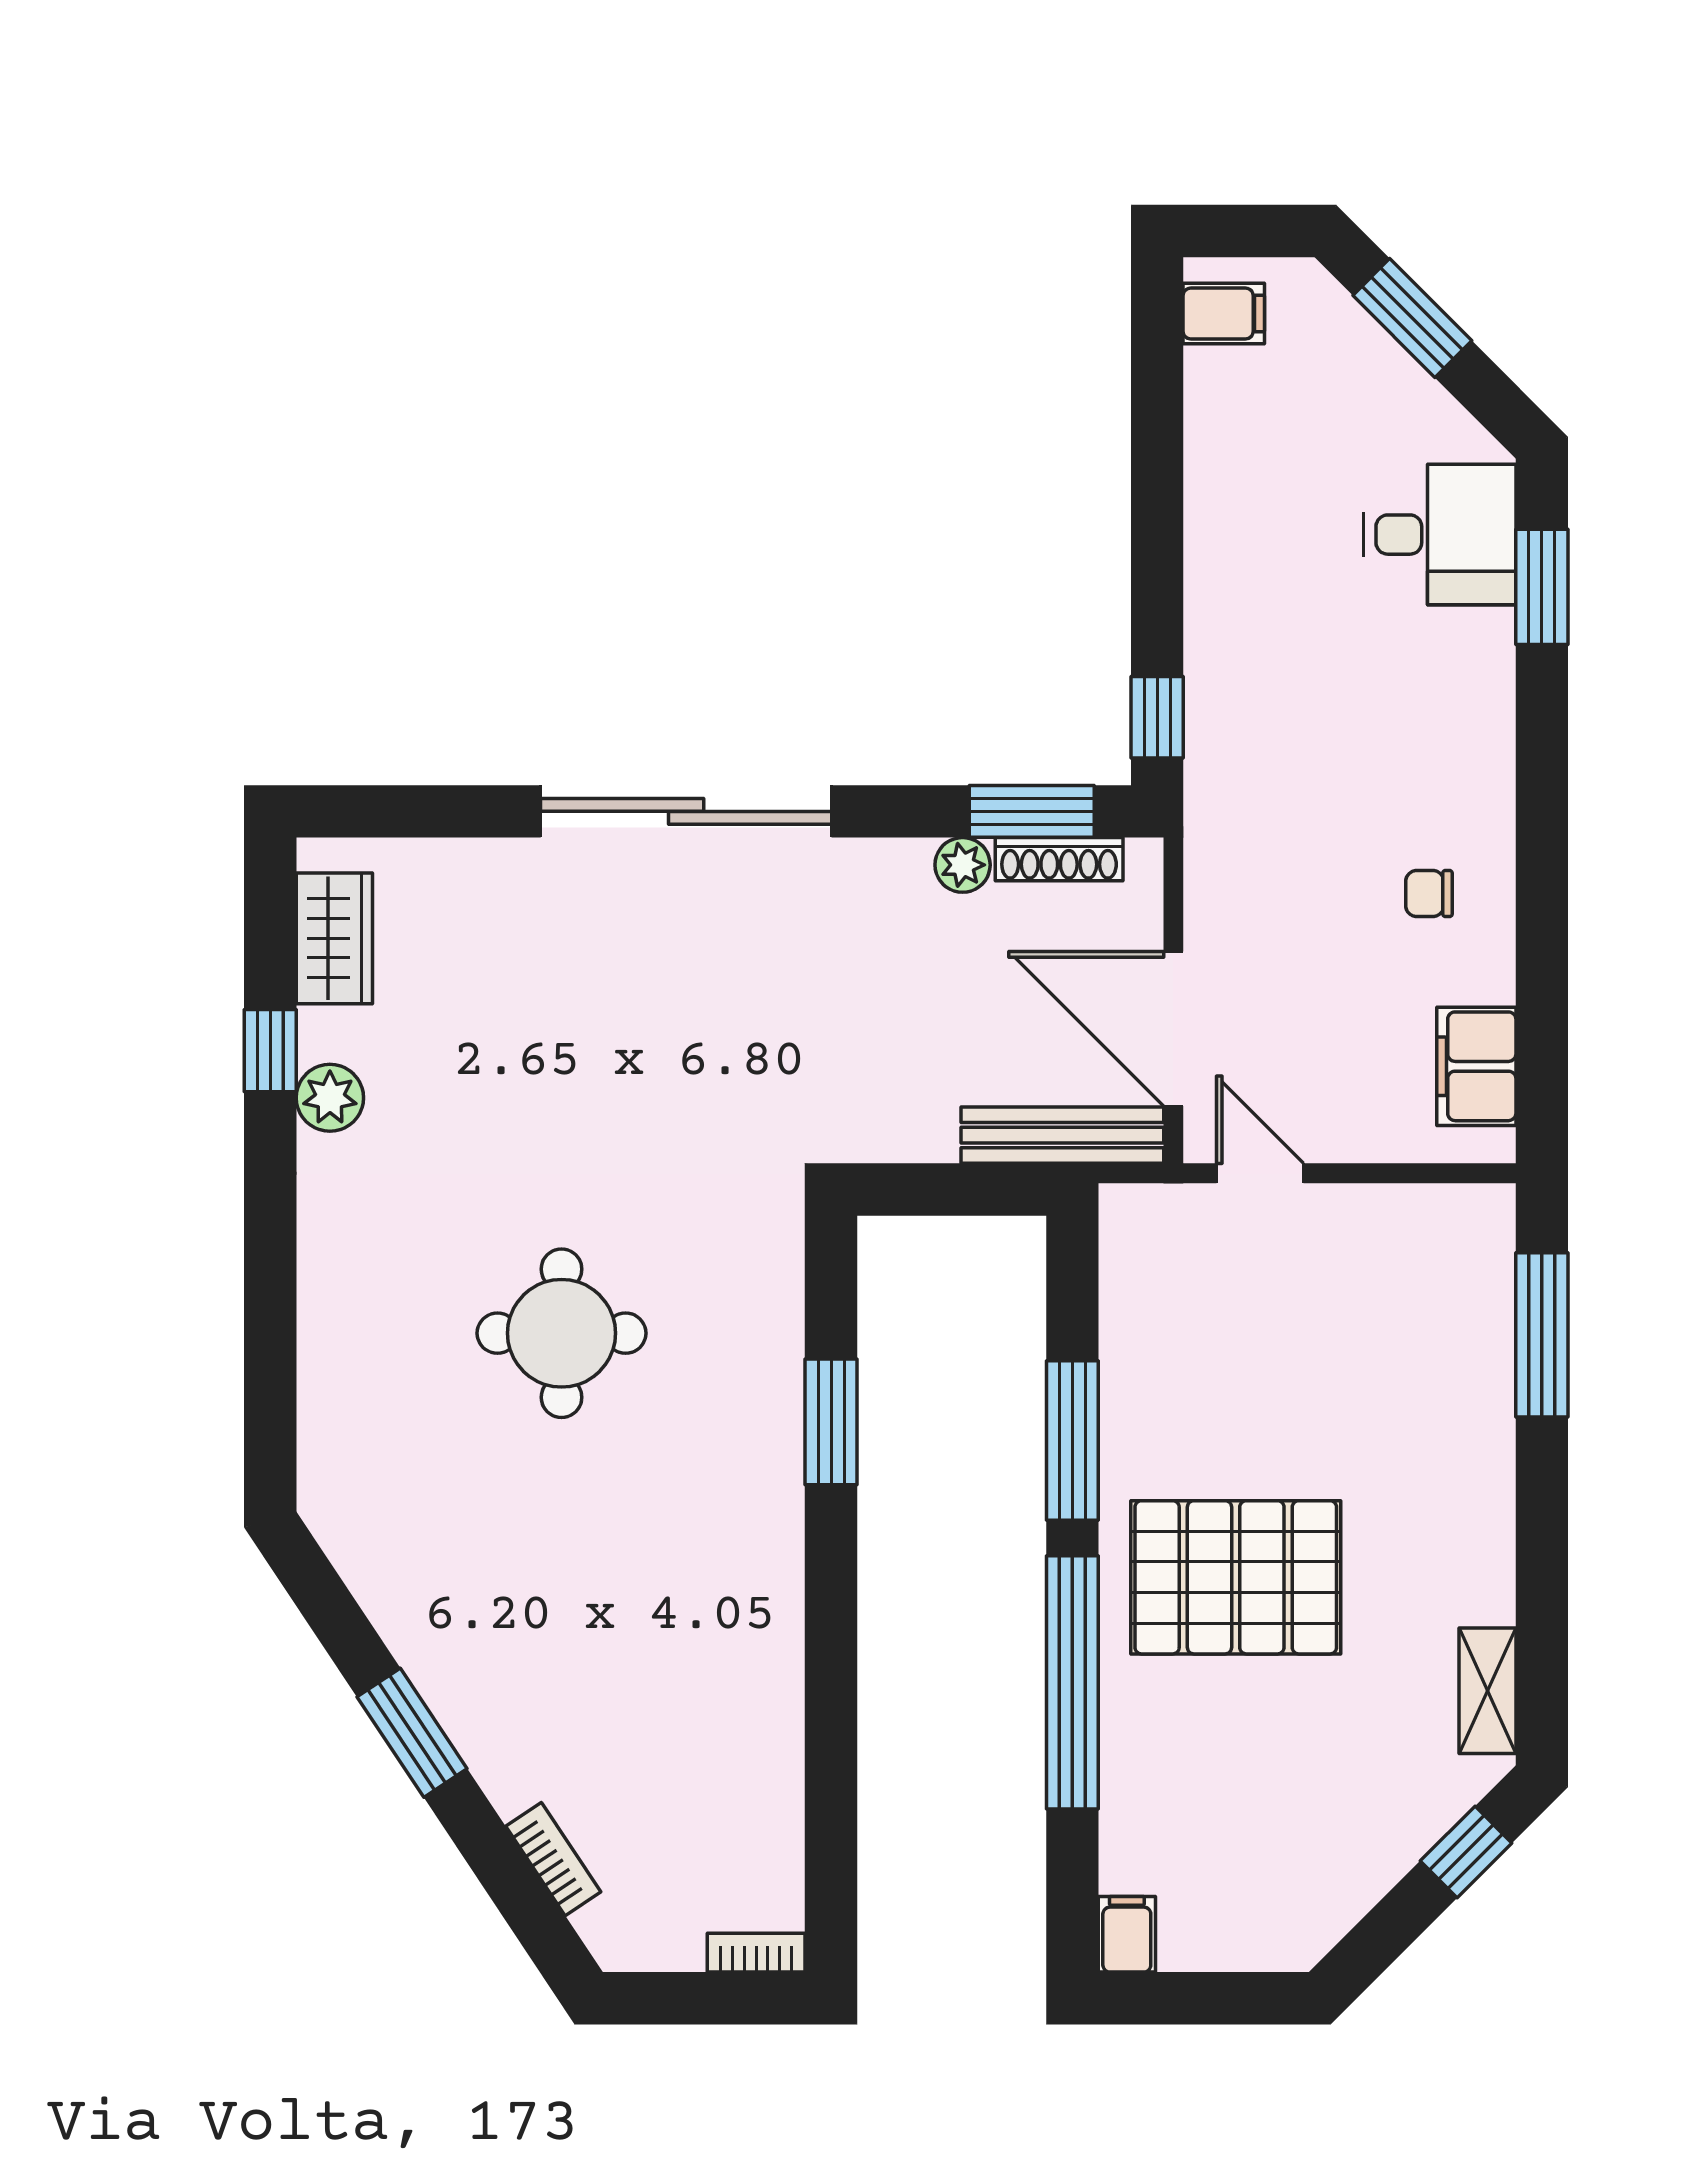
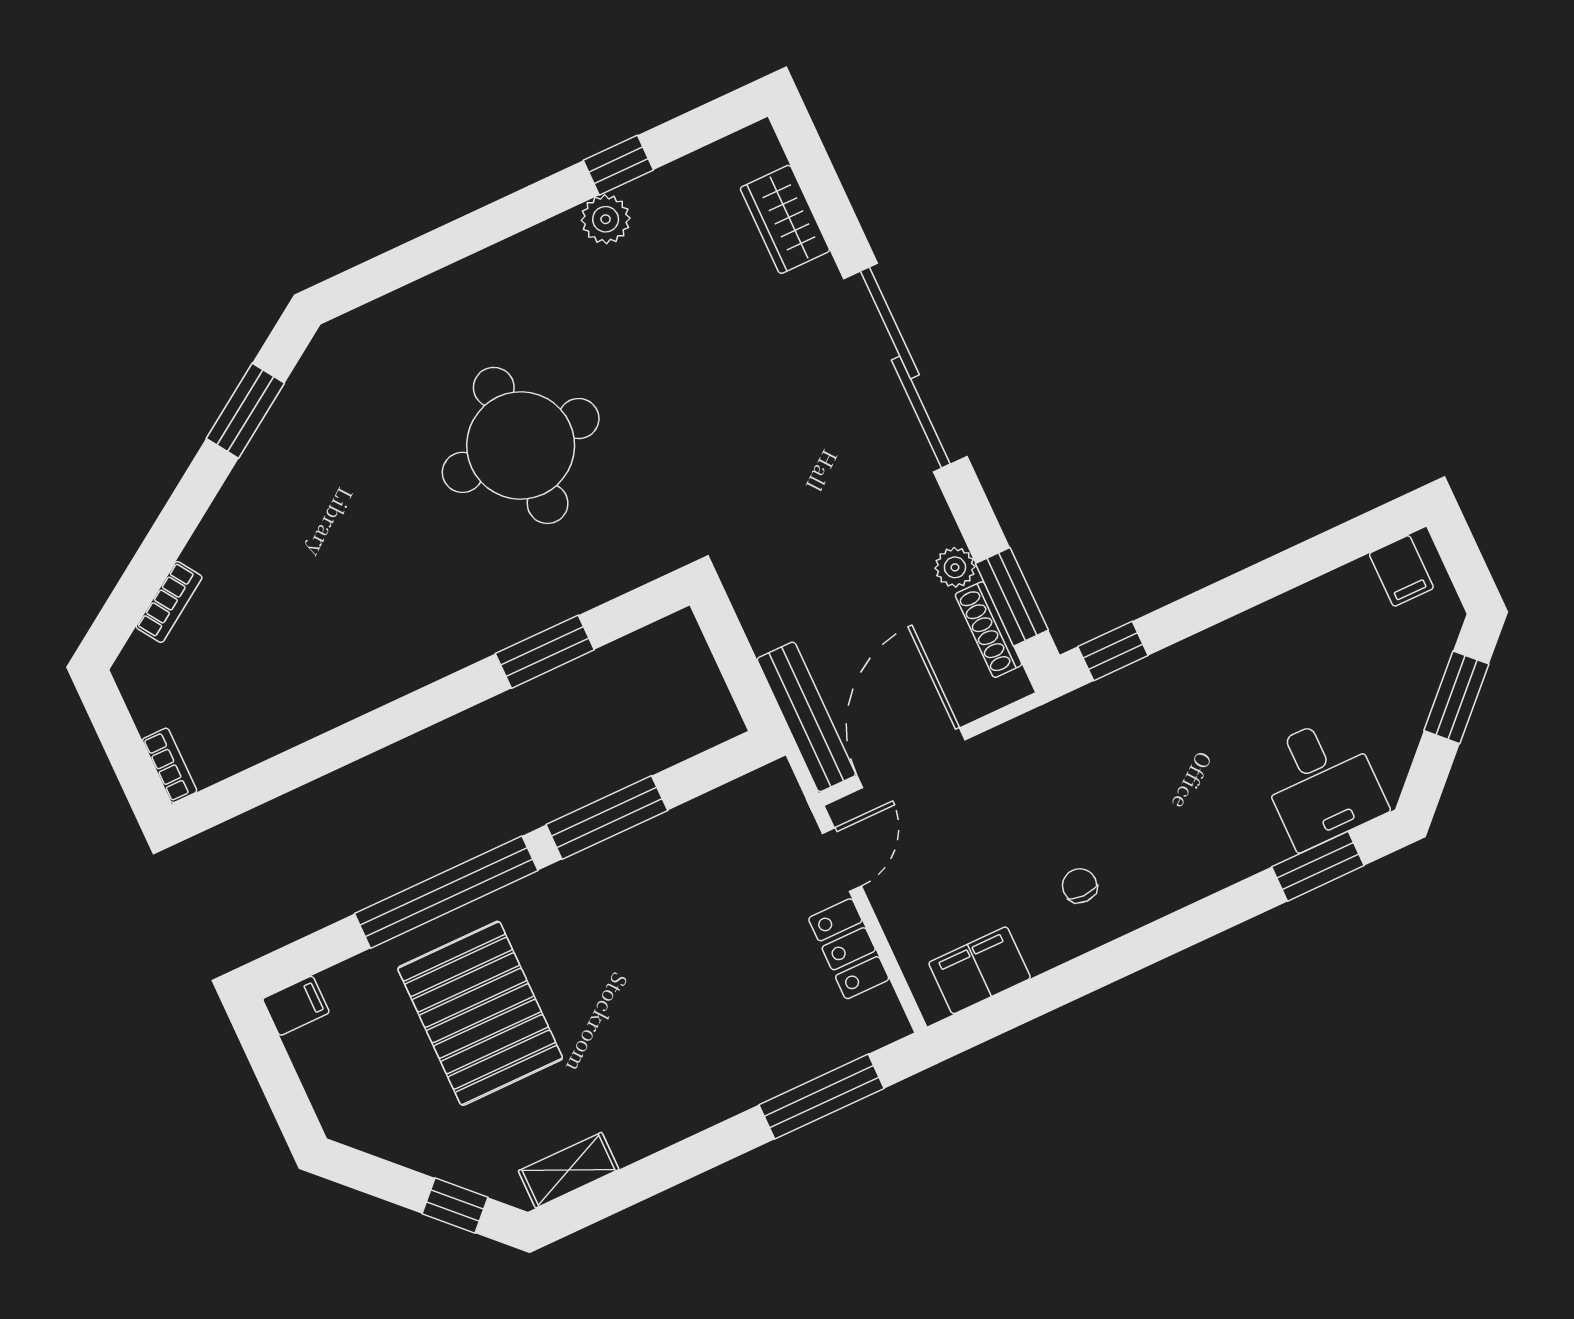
wardrobe: (334, 938) -> (785, 219), moved, turned 90
locker: (1374, 1216) -> (849, 949), added
round table: (562, 1333) -> (521, 445), width x1.36, depth x1.36
pallet: (1236, 1577) -> (480, 1013), moved
window: (412, 1733) -> (245, 411), moved

